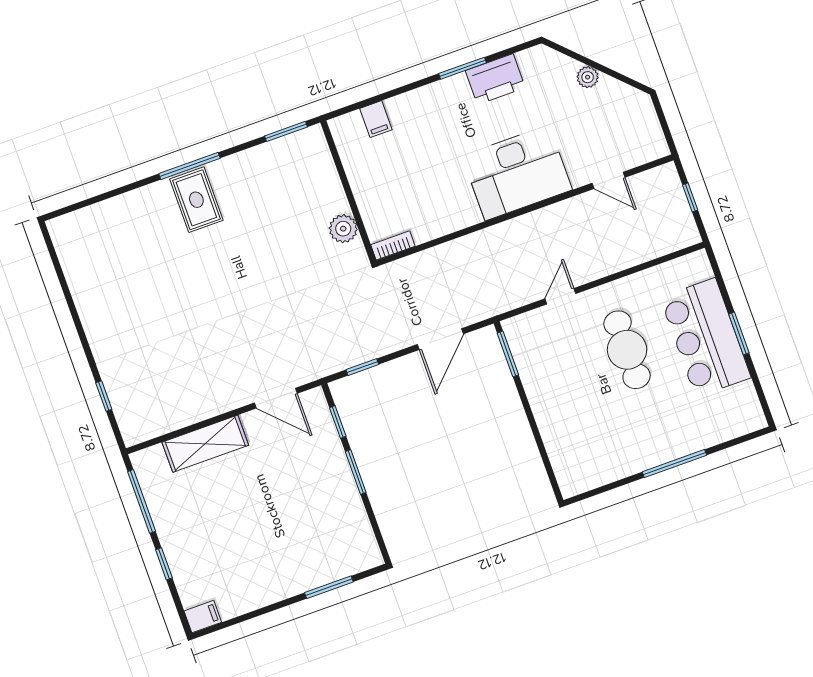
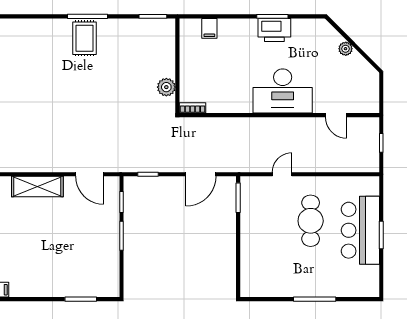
printer: (495, 79) -> (274, 30), moved

